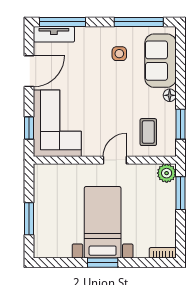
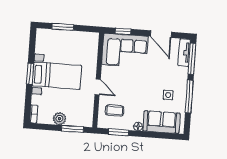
window: (139, 22) -> (189, 96), moved
plant: (167, 173) -> (59, 119), moved

